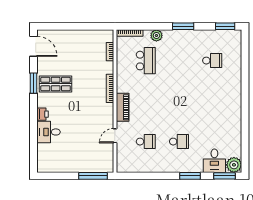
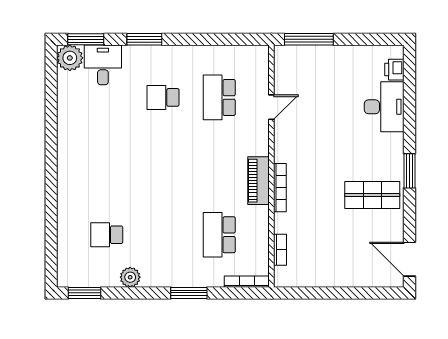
window: (183, 26) -> (189, 293), moved
plant: (156, 35) -> (130, 277), moved
window: (34, 83) -> (410, 171), moved
piano: (123, 107) -> (259, 181), moved
printer: (43, 114) -> (394, 70), moved
desk: (49, 132) -> (384, 107), width x1.37
school desk: (146, 142) -> (219, 97), width x1.85

